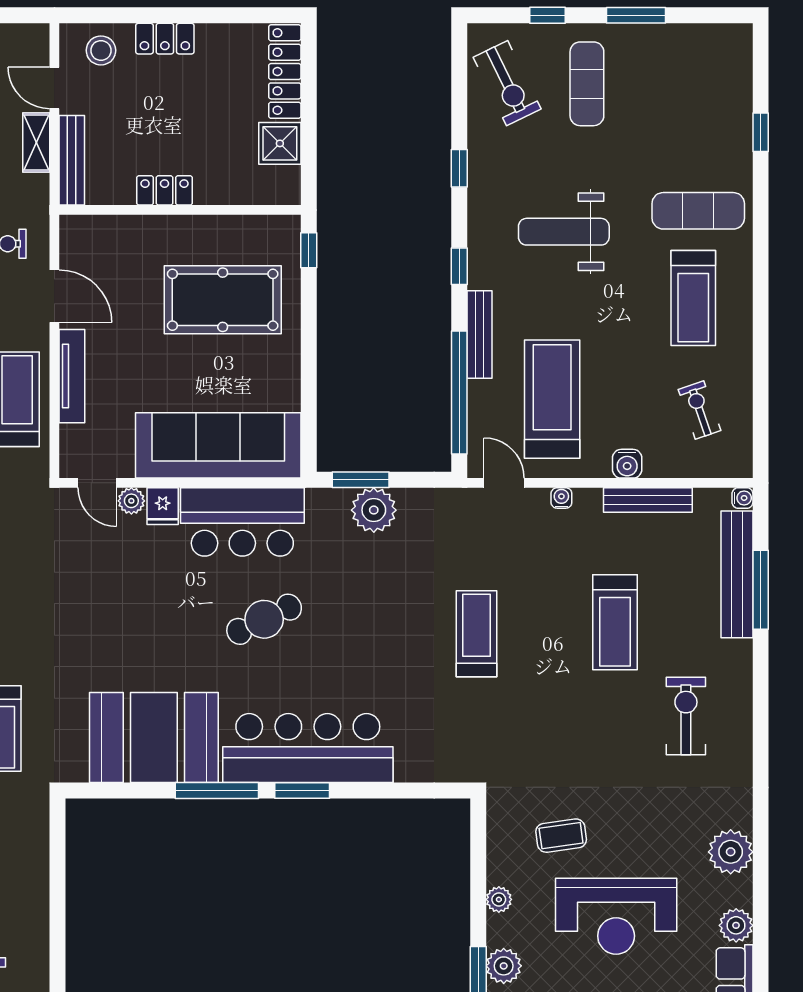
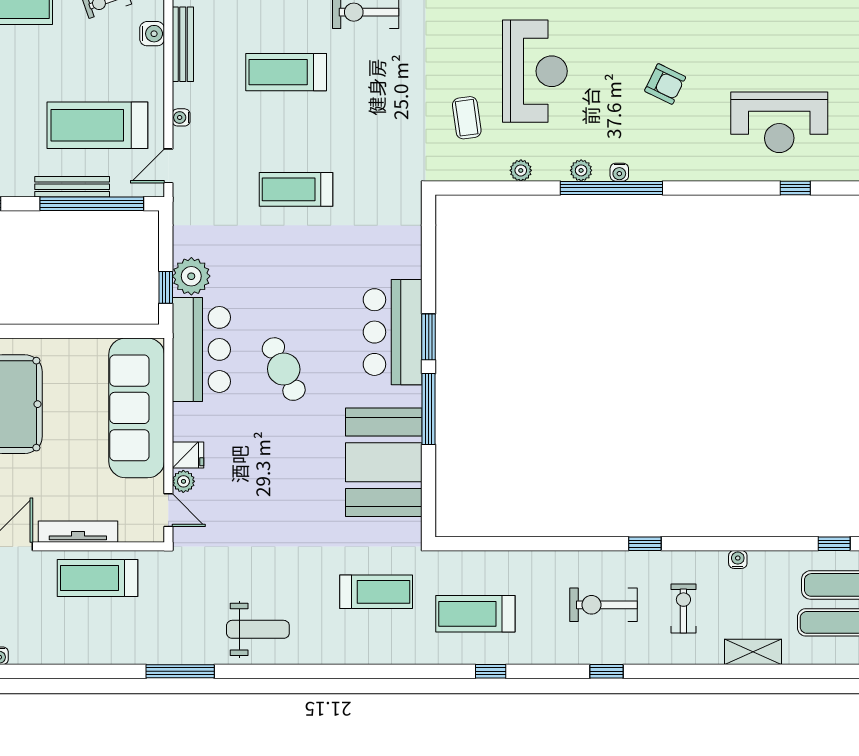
bench: (479, 335) -> (72, 187), moved
water cooler: (627, 464) -> (152, 34), moved
window: (361, 480) -> (166, 287), width x0.67
door: (97, 483) -> (168, 510), hinge flipped
bar counter: (242, 522) -> (201, 349), moved
treadmill: (615, 622) -> (286, 72), turned 180
bar counter: (308, 748) -> (393, 332), width x0.73
plant: (504, 966) -> (581, 170), width x0.73, depth x0.73

